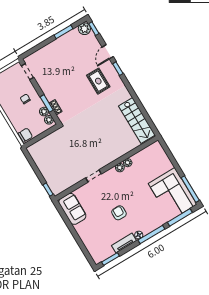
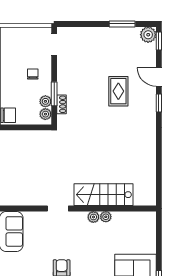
door: (108, 52) -> (159, 77), hinge flipped
rug: (98, 81) -> (118, 91), moved
stairs: (137, 120) -> (103, 195), moved, turned 90

